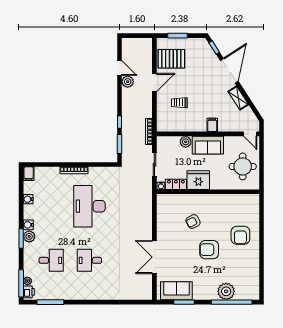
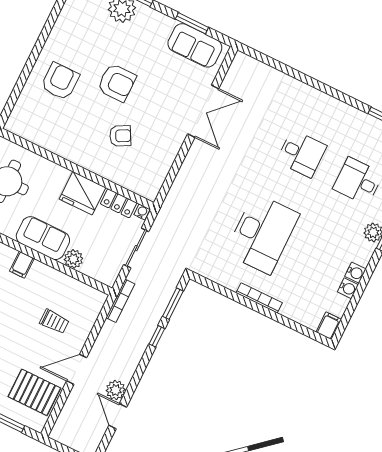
water cooler: (28, 225) -> (355, 273), moved

